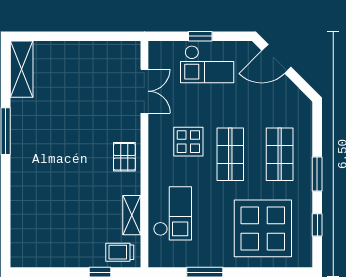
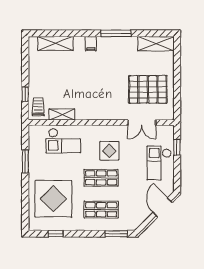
window: (200, 36) -> (177, 147), moved
pallet: (124, 157) -> (148, 89), moved, width x2.05, depth x2.00
filing cabinet: (22, 170) -> (91, 44), added
window: (317, 174) -> (116, 234), moved
shelving: (21, 225) -> (55, 43), added

